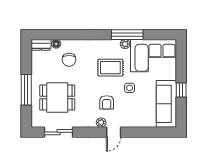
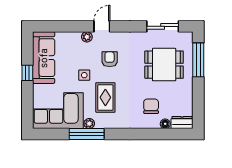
rug: (110, 68) -> (105, 97), turned 90
window: (26, 90) -> (198, 60), moved
plant: (101, 123) -> (87, 37), moved

